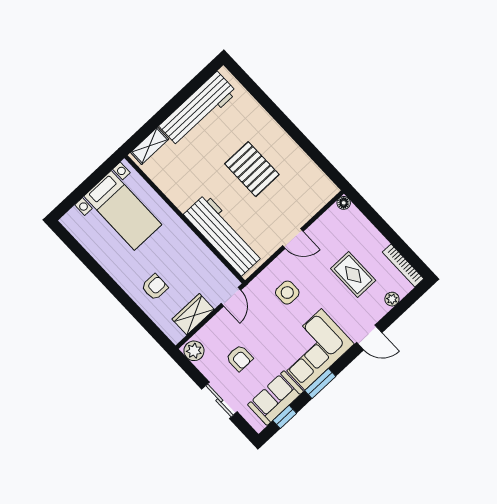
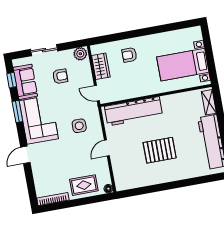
rug: (353, 274) -> (84, 185), moved
armchair: (155, 287) -> (129, 55), turned 90
plant: (392, 299) -> (38, 181), removed
armchair: (240, 358) -> (60, 76), turned 180

